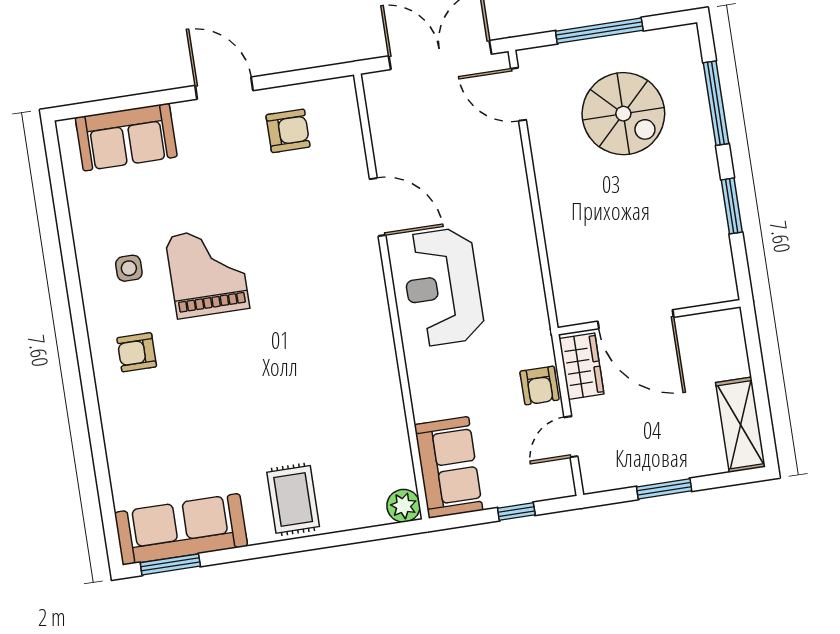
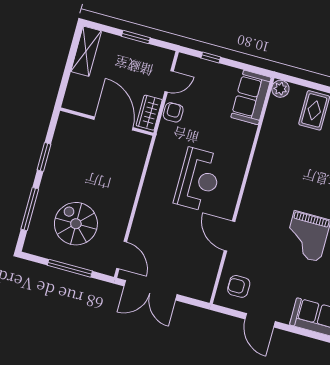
door: (378, 207) -> (230, 236), moved
wall: (391, 297) -> (242, 191), moved
sofa: (448, 467) -> (251, 97), moved
plant: (403, 506) -> (280, 89), moved

